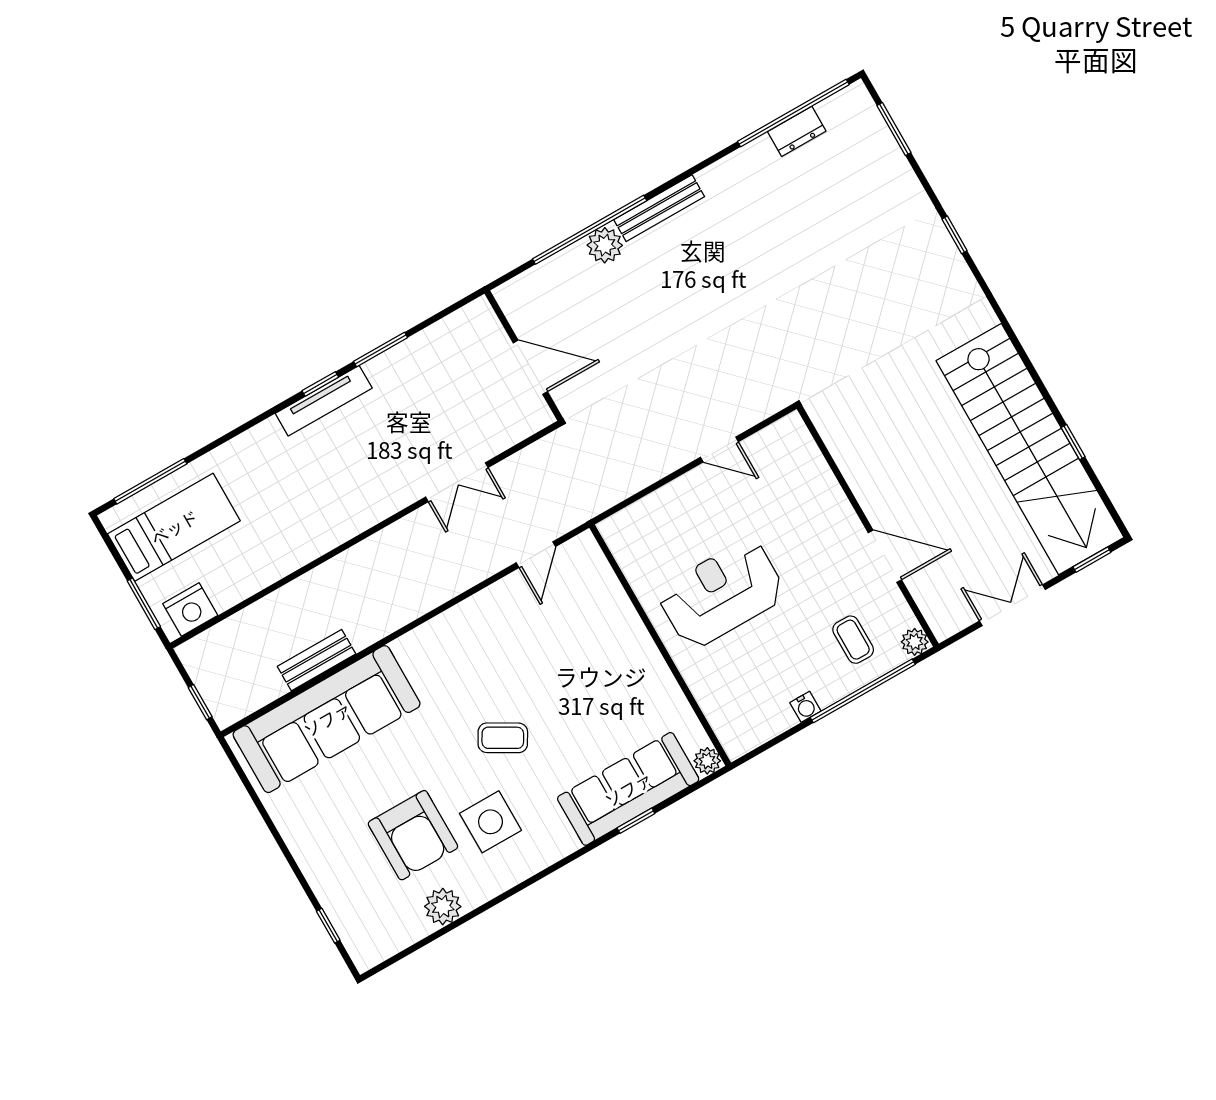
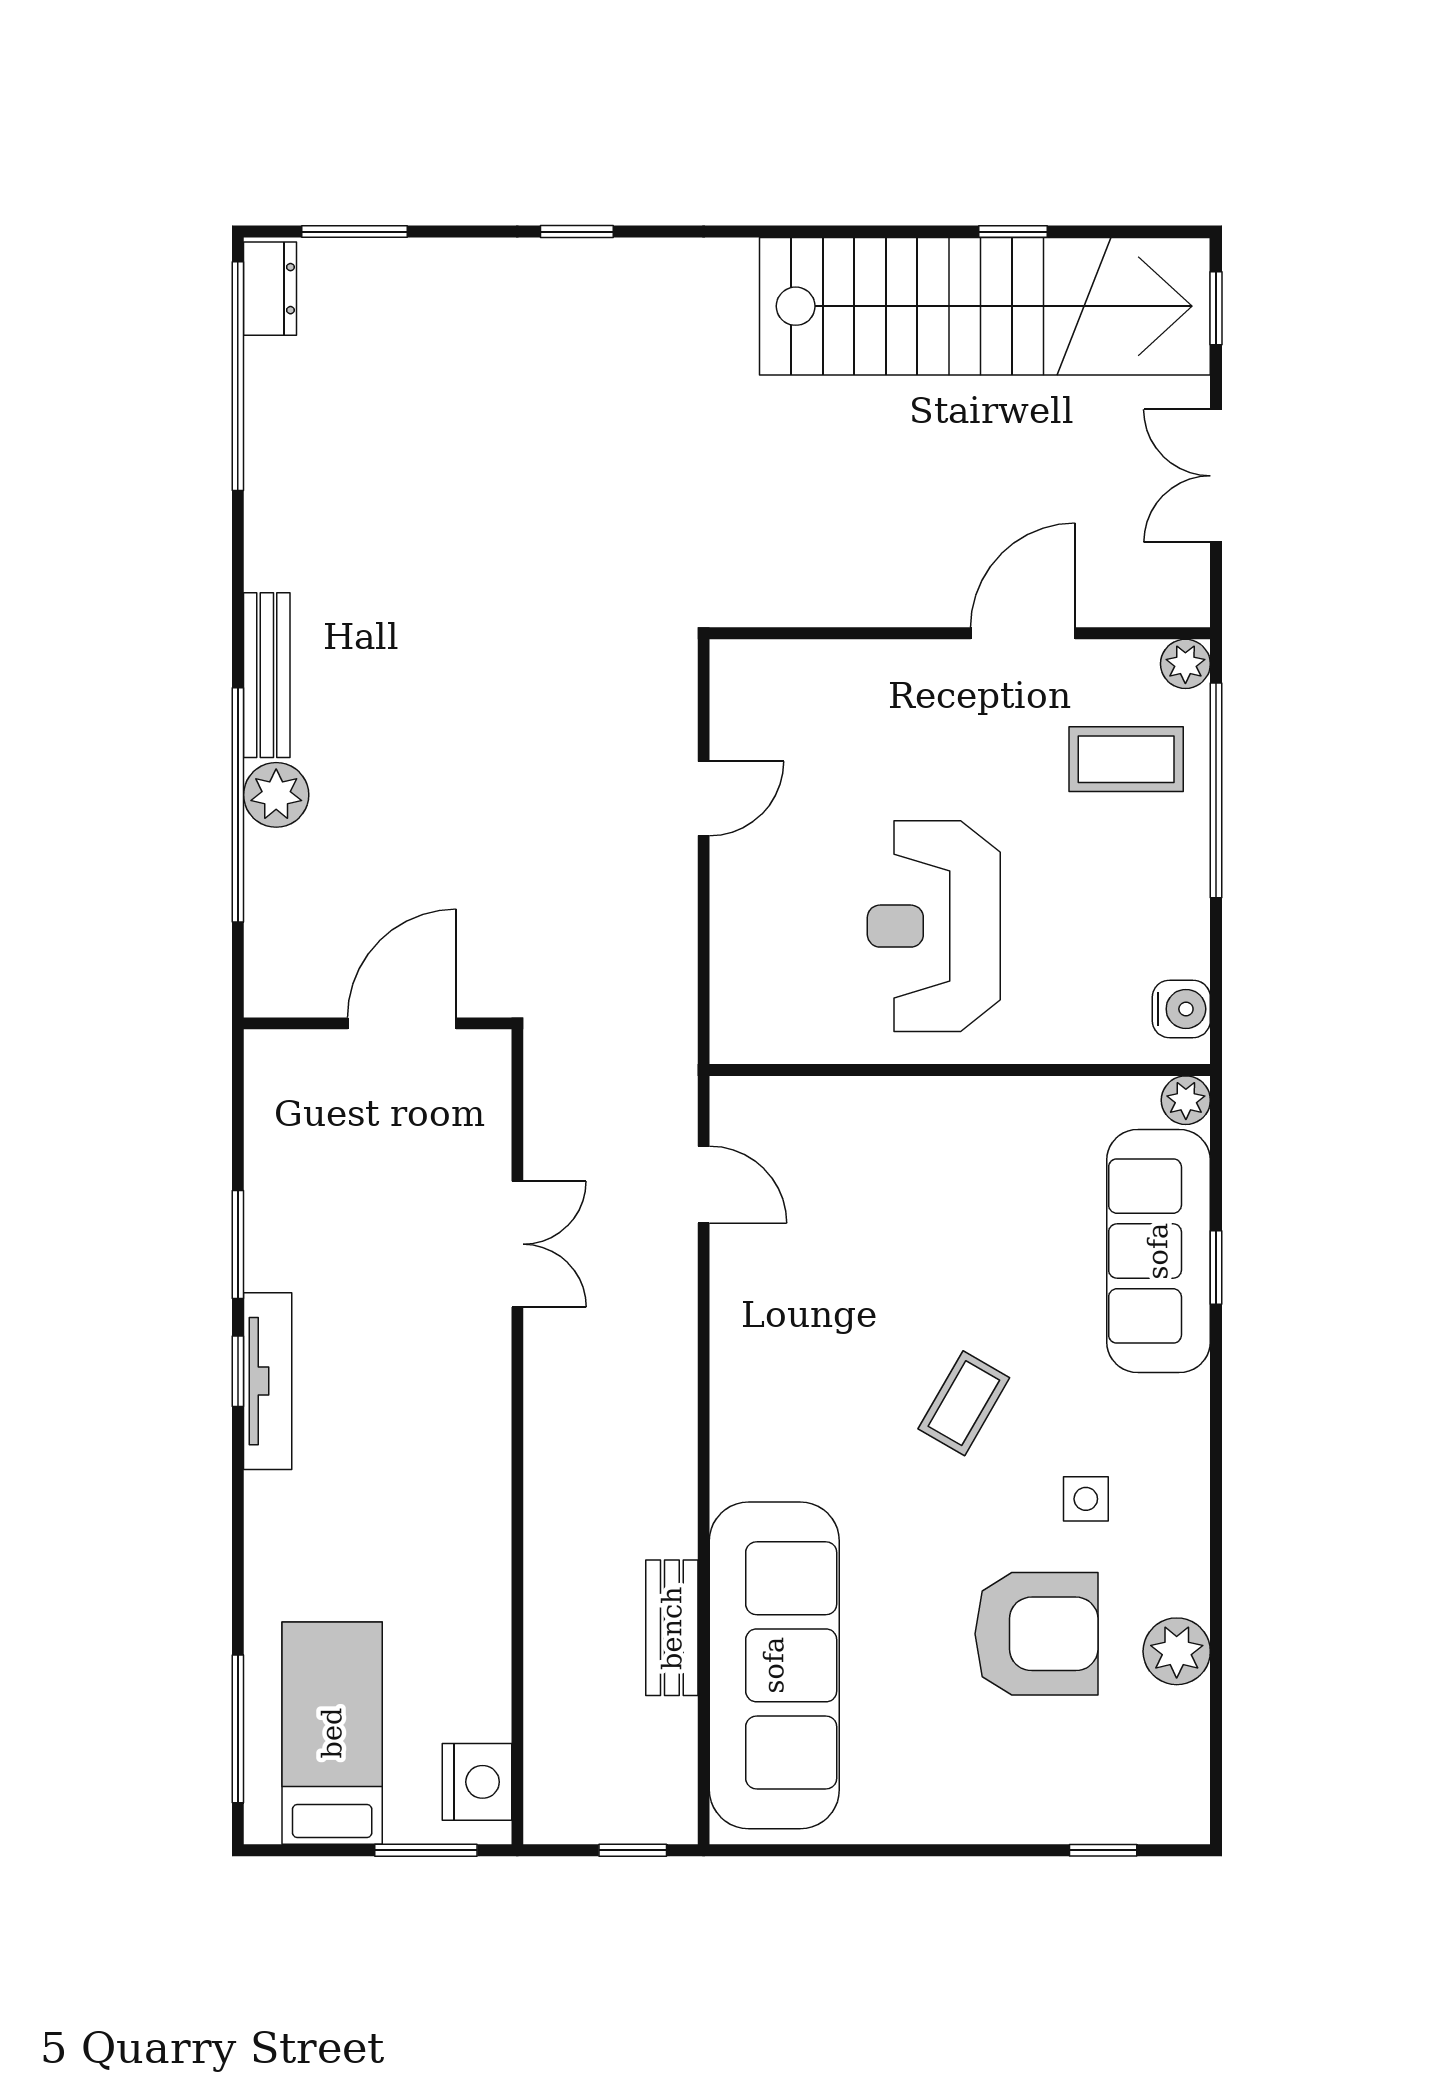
dresser: (797, 131) -> (270, 289), moved
coffee table: (853, 640) -> (1126, 759), width x1.36, depth x1.30
water cooler: (805, 707) -> (1181, 1009), moved, width x1.38, depth x1.38
side table: (491, 822) -> (1086, 1499), width x0.54, depth x0.54

